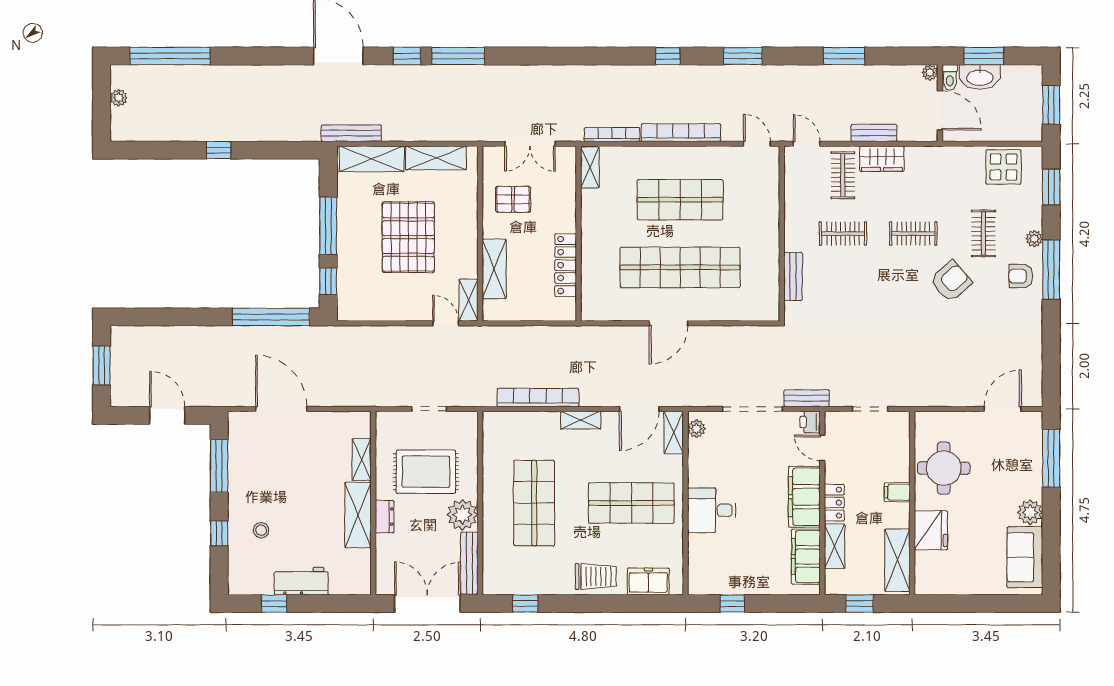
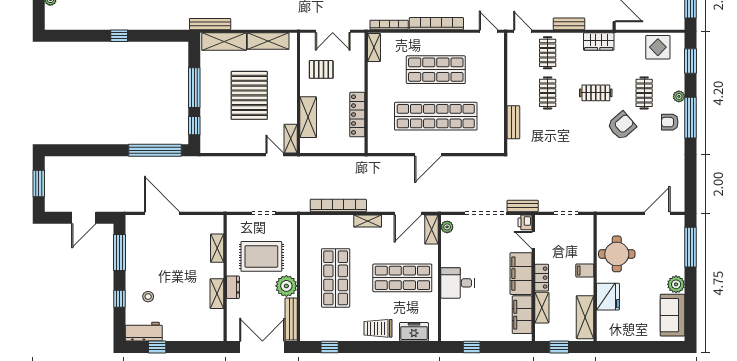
wardrobe: (882, 159) -> (599, 42), moved
clothes rail: (843, 234) -> (548, 93), turned 90
door: (167, 415) -> (84, 218), swing flipped
shelving: (358, 515) -> (217, 294), width x0.67, depth x0.75
trolley: (596, 576) -> (378, 328), turned 180
workbench: (301, 581) -> (144, 332), moved

